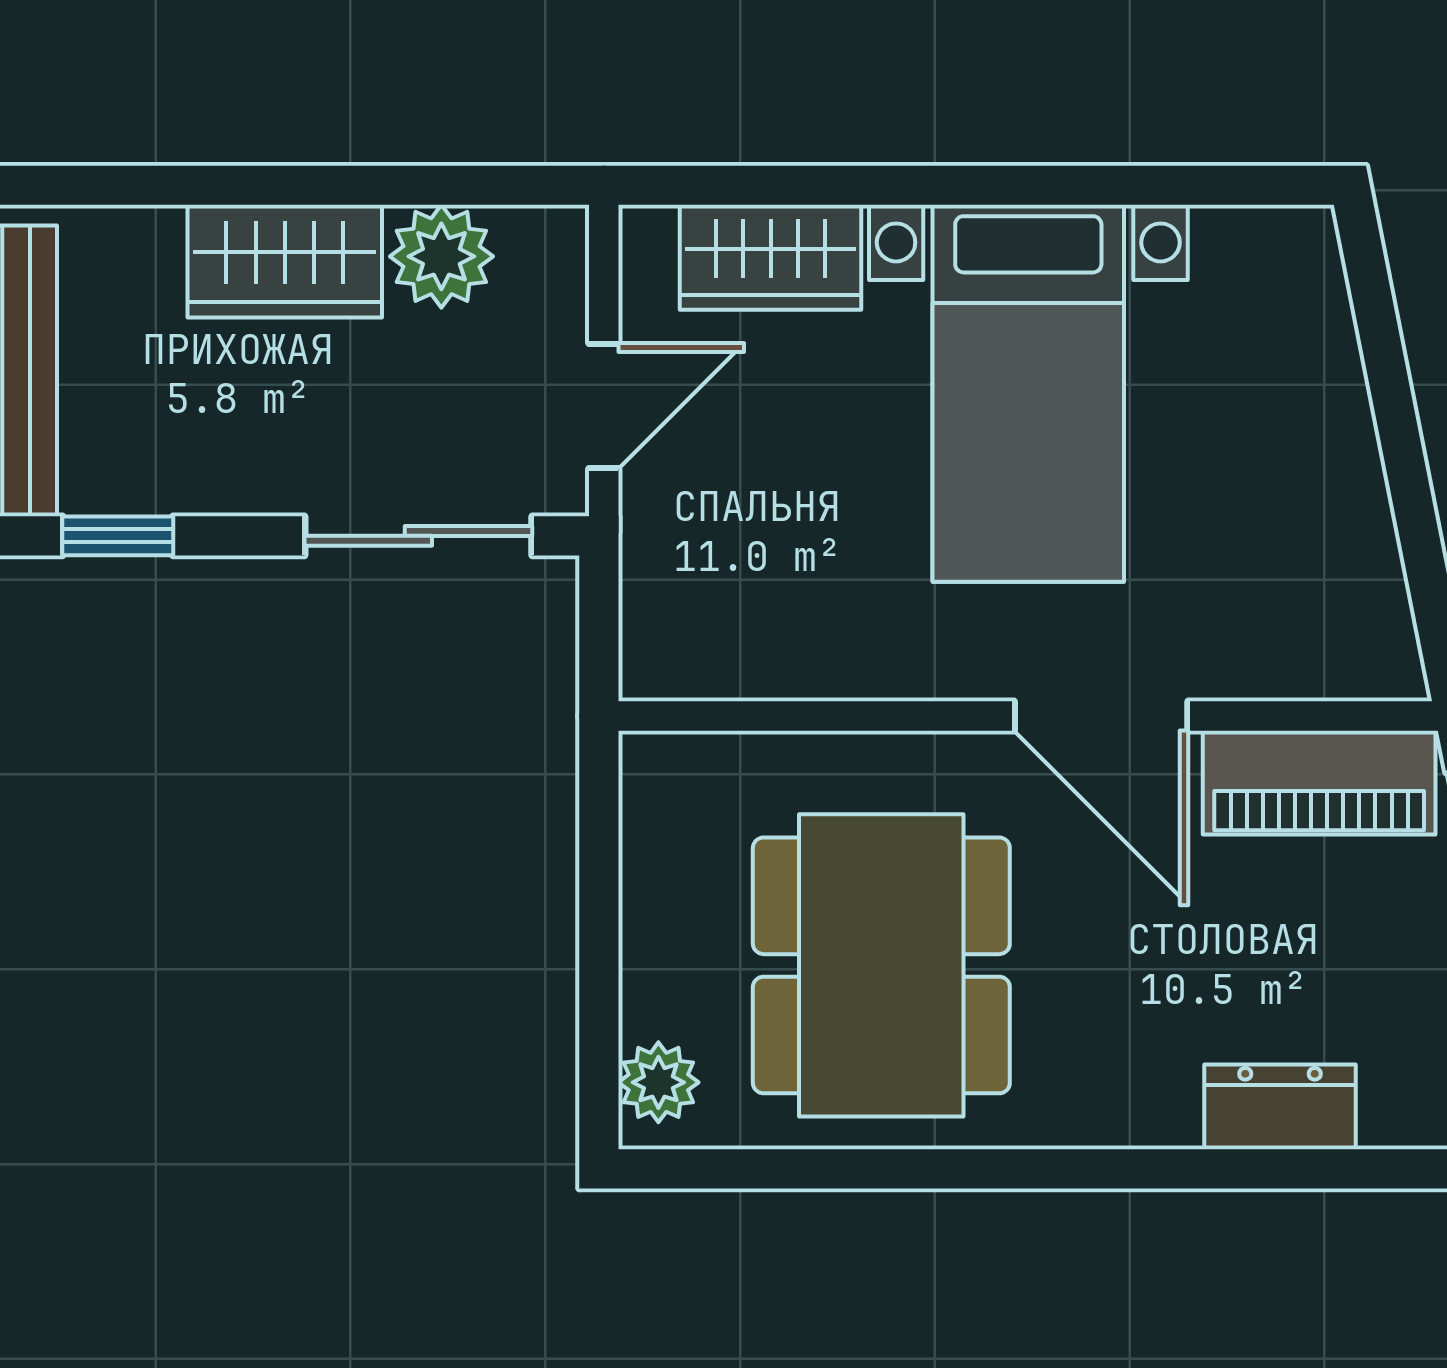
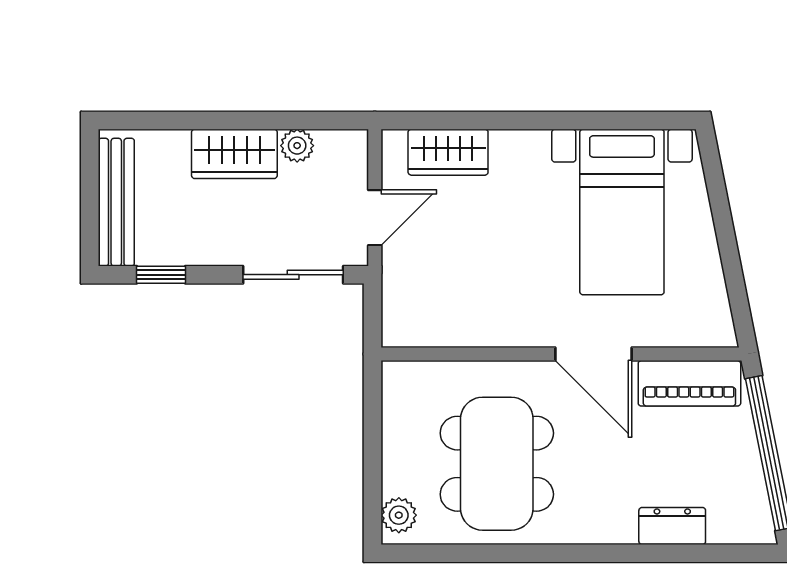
plant: (441, 256) -> (297, 146), width x0.73, depth x0.73
bed with nightstands: (1028, 393) -> (622, 212), moved

